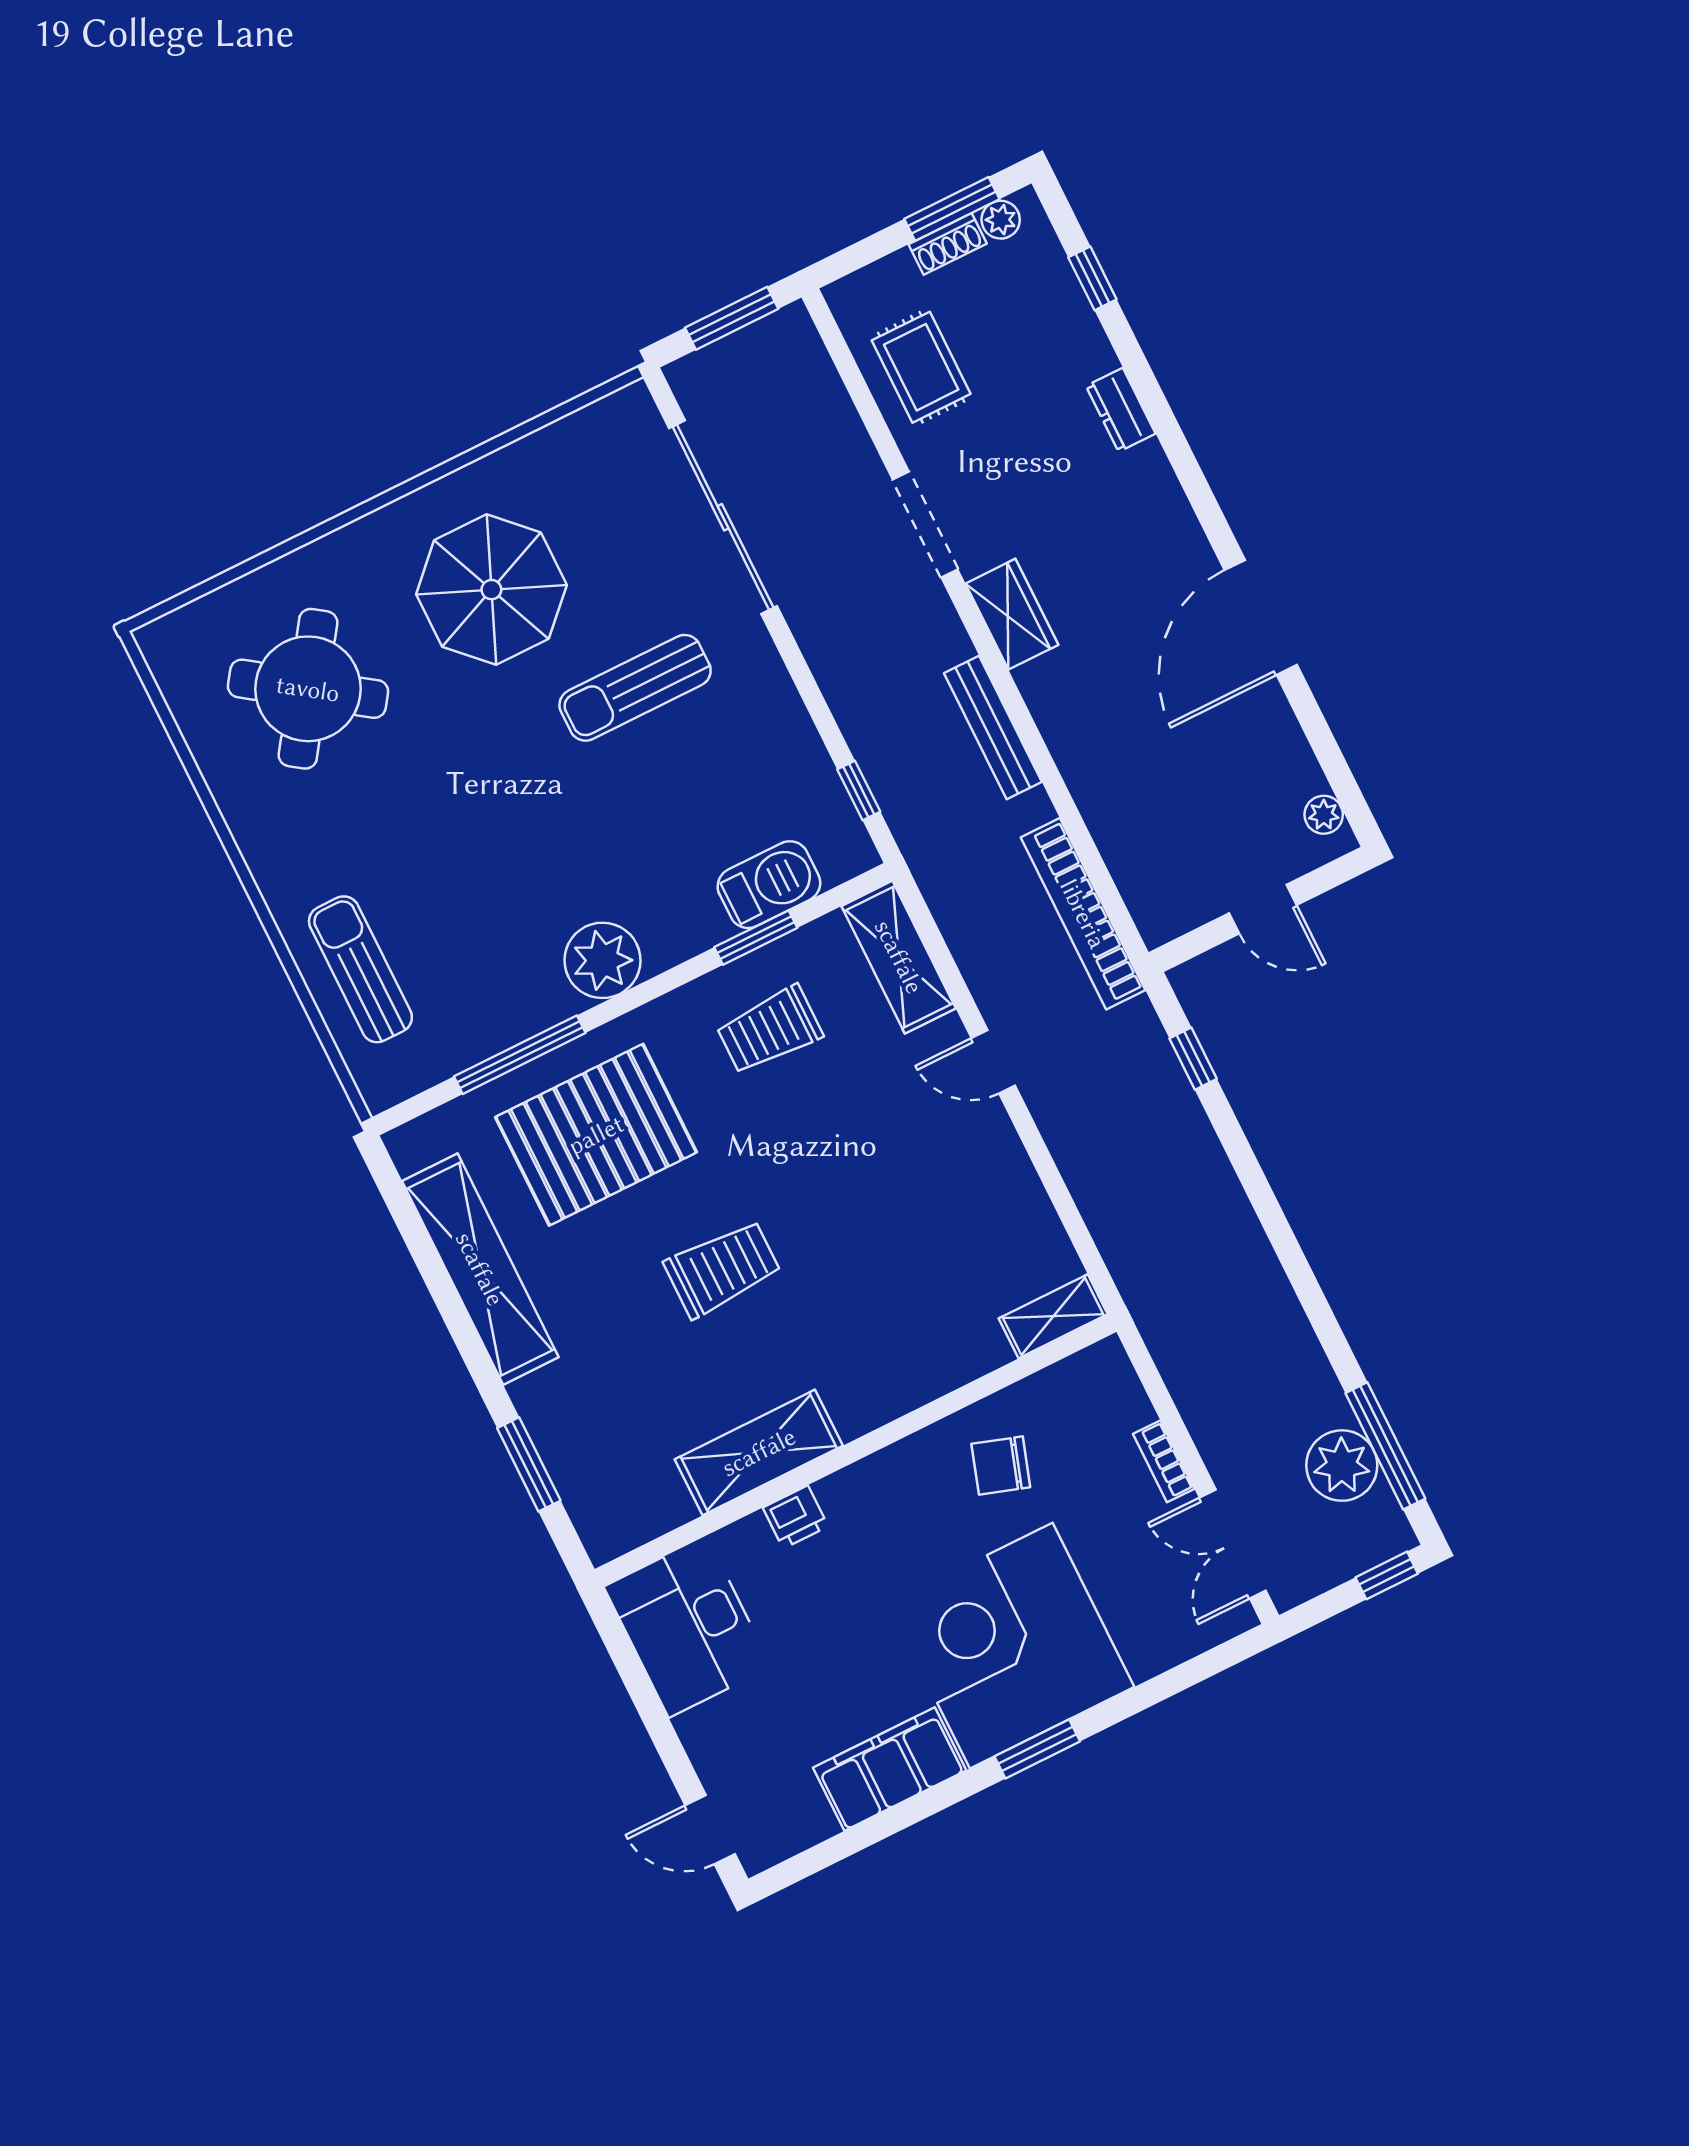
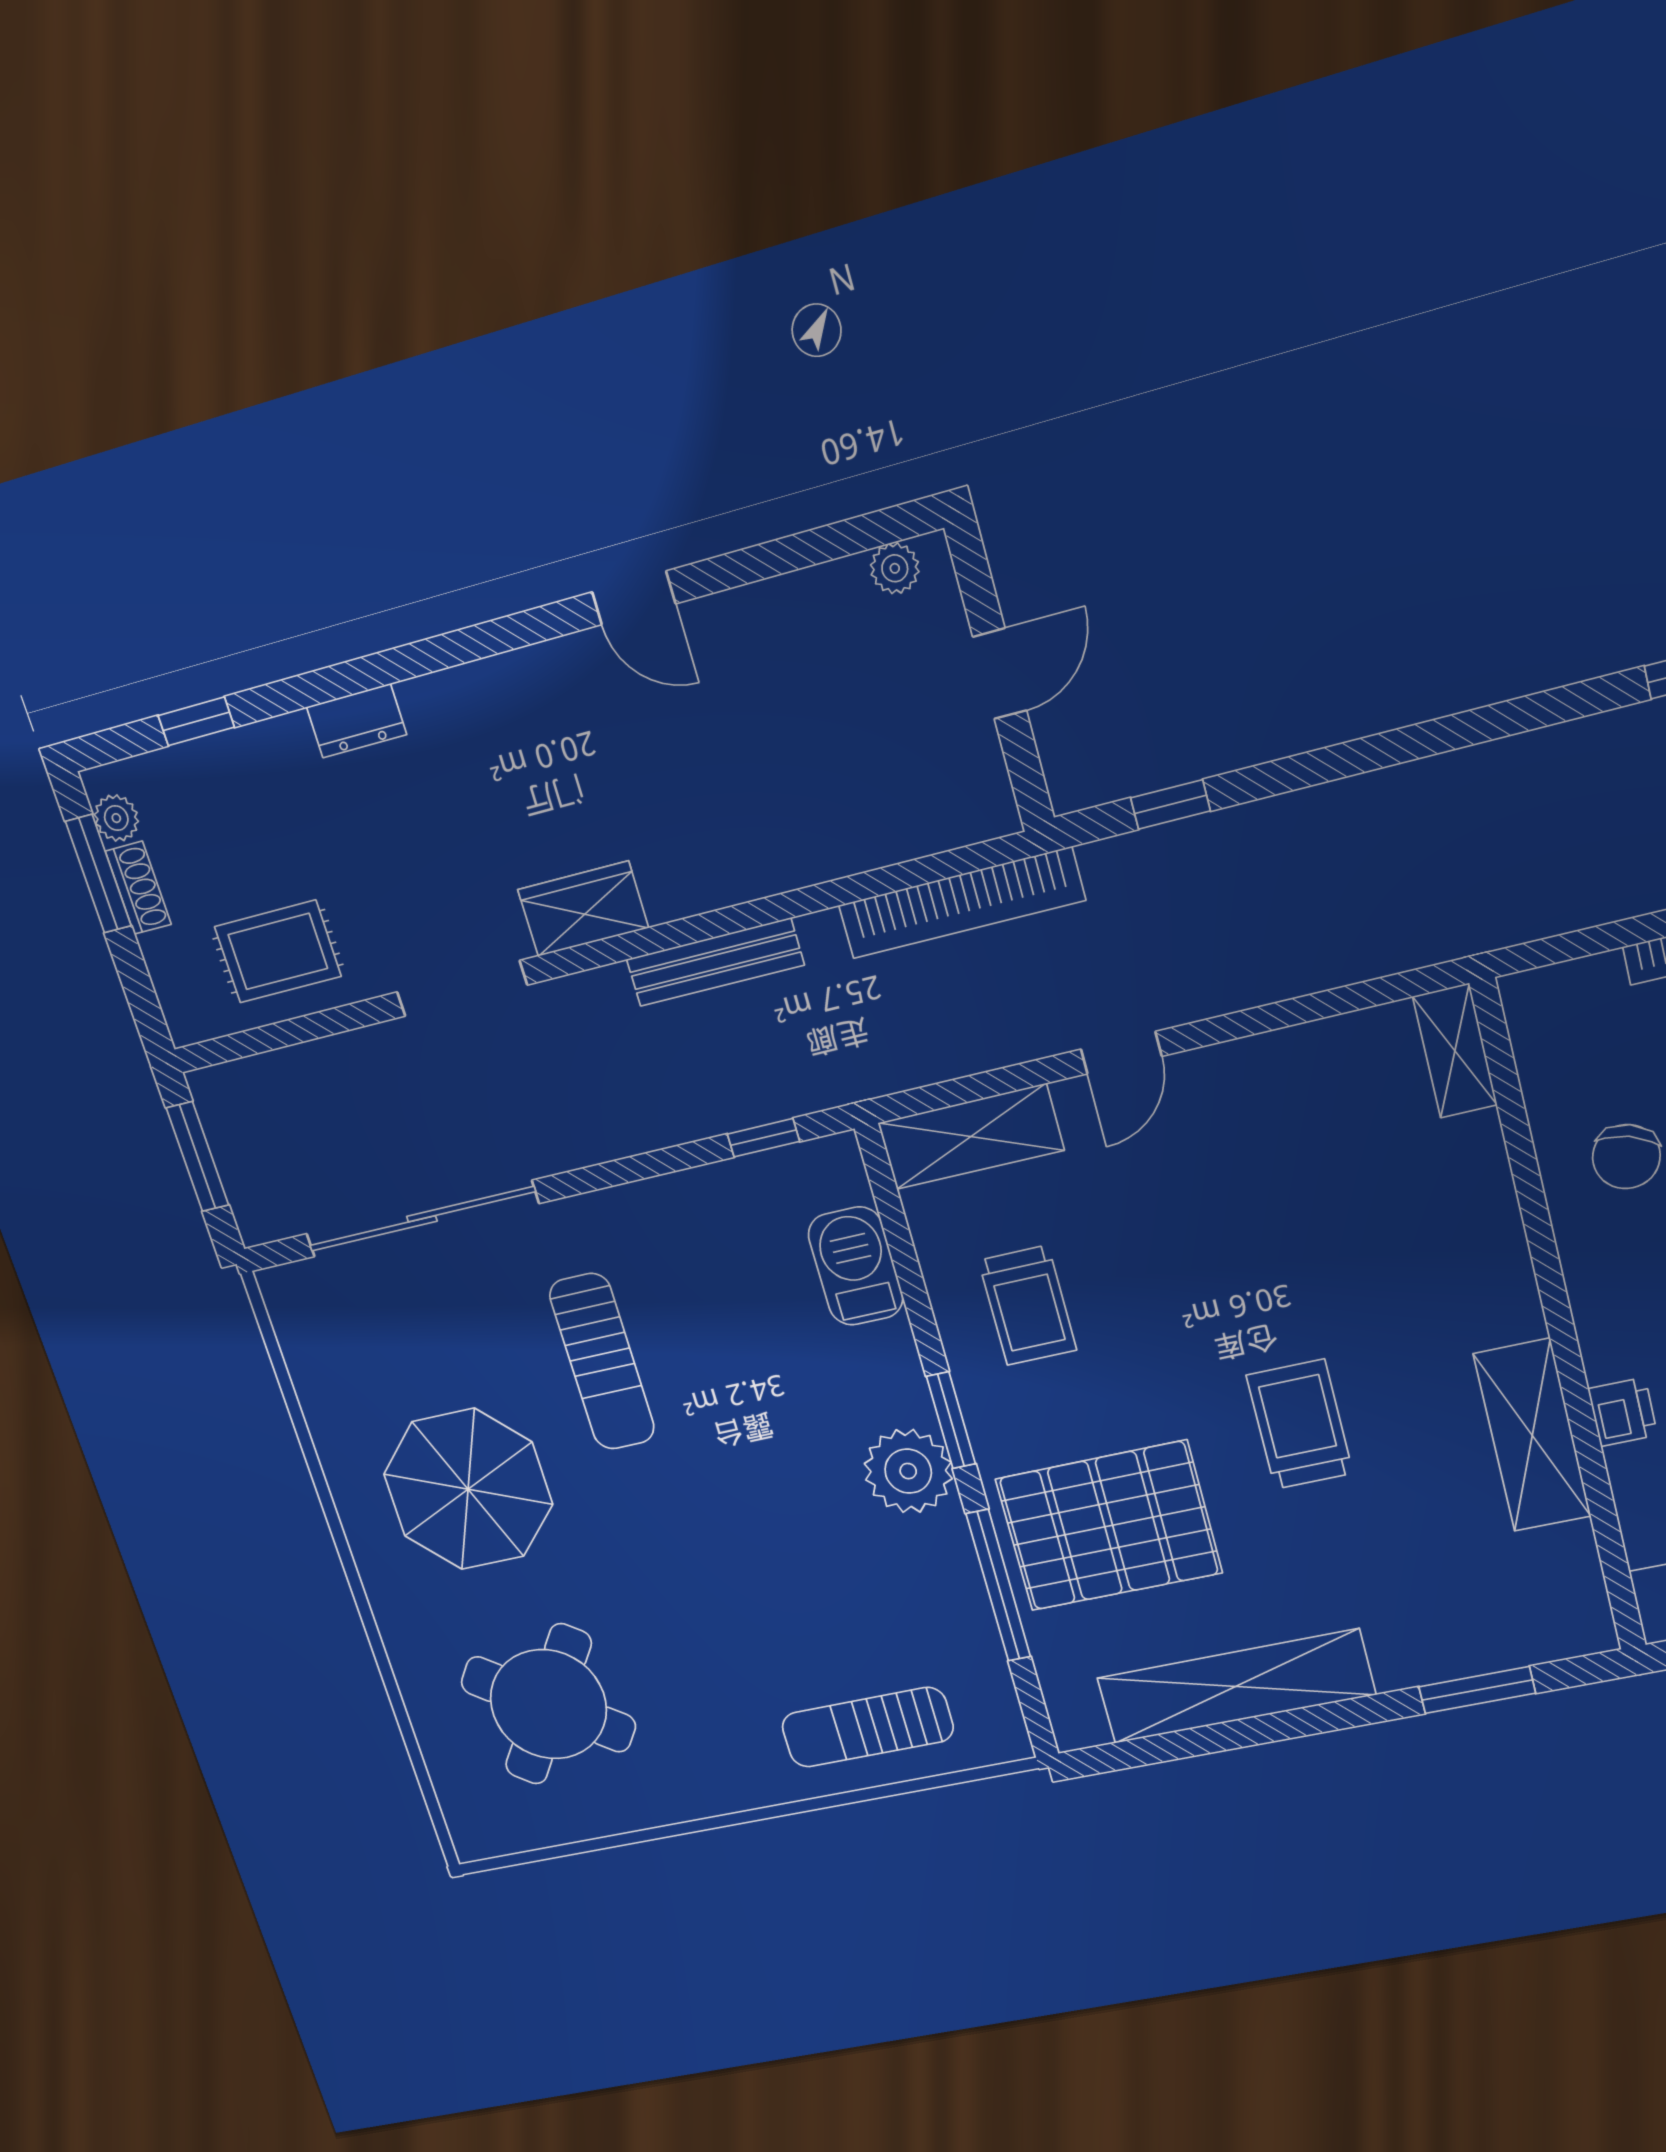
door: (1261, 617) -> (634, 598), width x0.53
window: (756, 938) -> (951, 1420), moved
pallet: (596, 1135) -> (1109, 1526), turned 90

